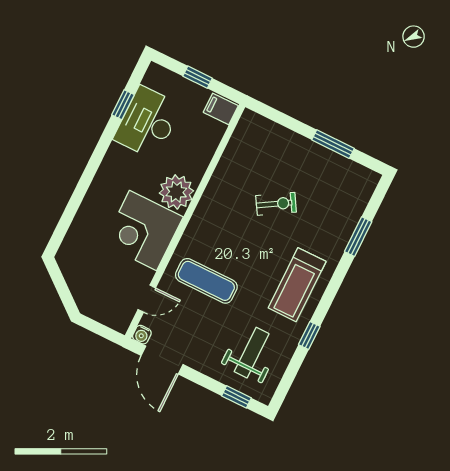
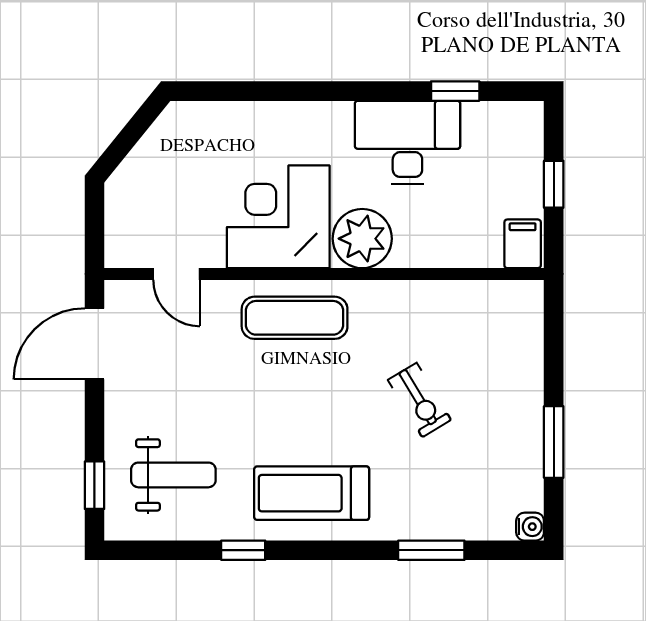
desk: (148, 122) -> (407, 142), moved
exercise mat: (206, 281) -> (295, 318), moved, turned 90
water cooler: (142, 335) -> (530, 527), moved, turned 180

